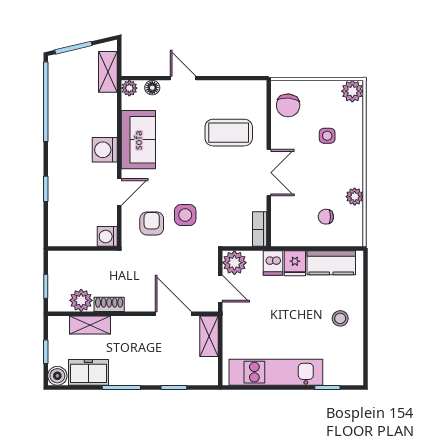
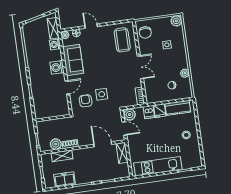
coffee table: (229, 133) -> (122, 40), moved, turned 90
washing machine: (107, 236) -> (55, 44), moved
boiler: (57, 376) -> (49, 183), removed

